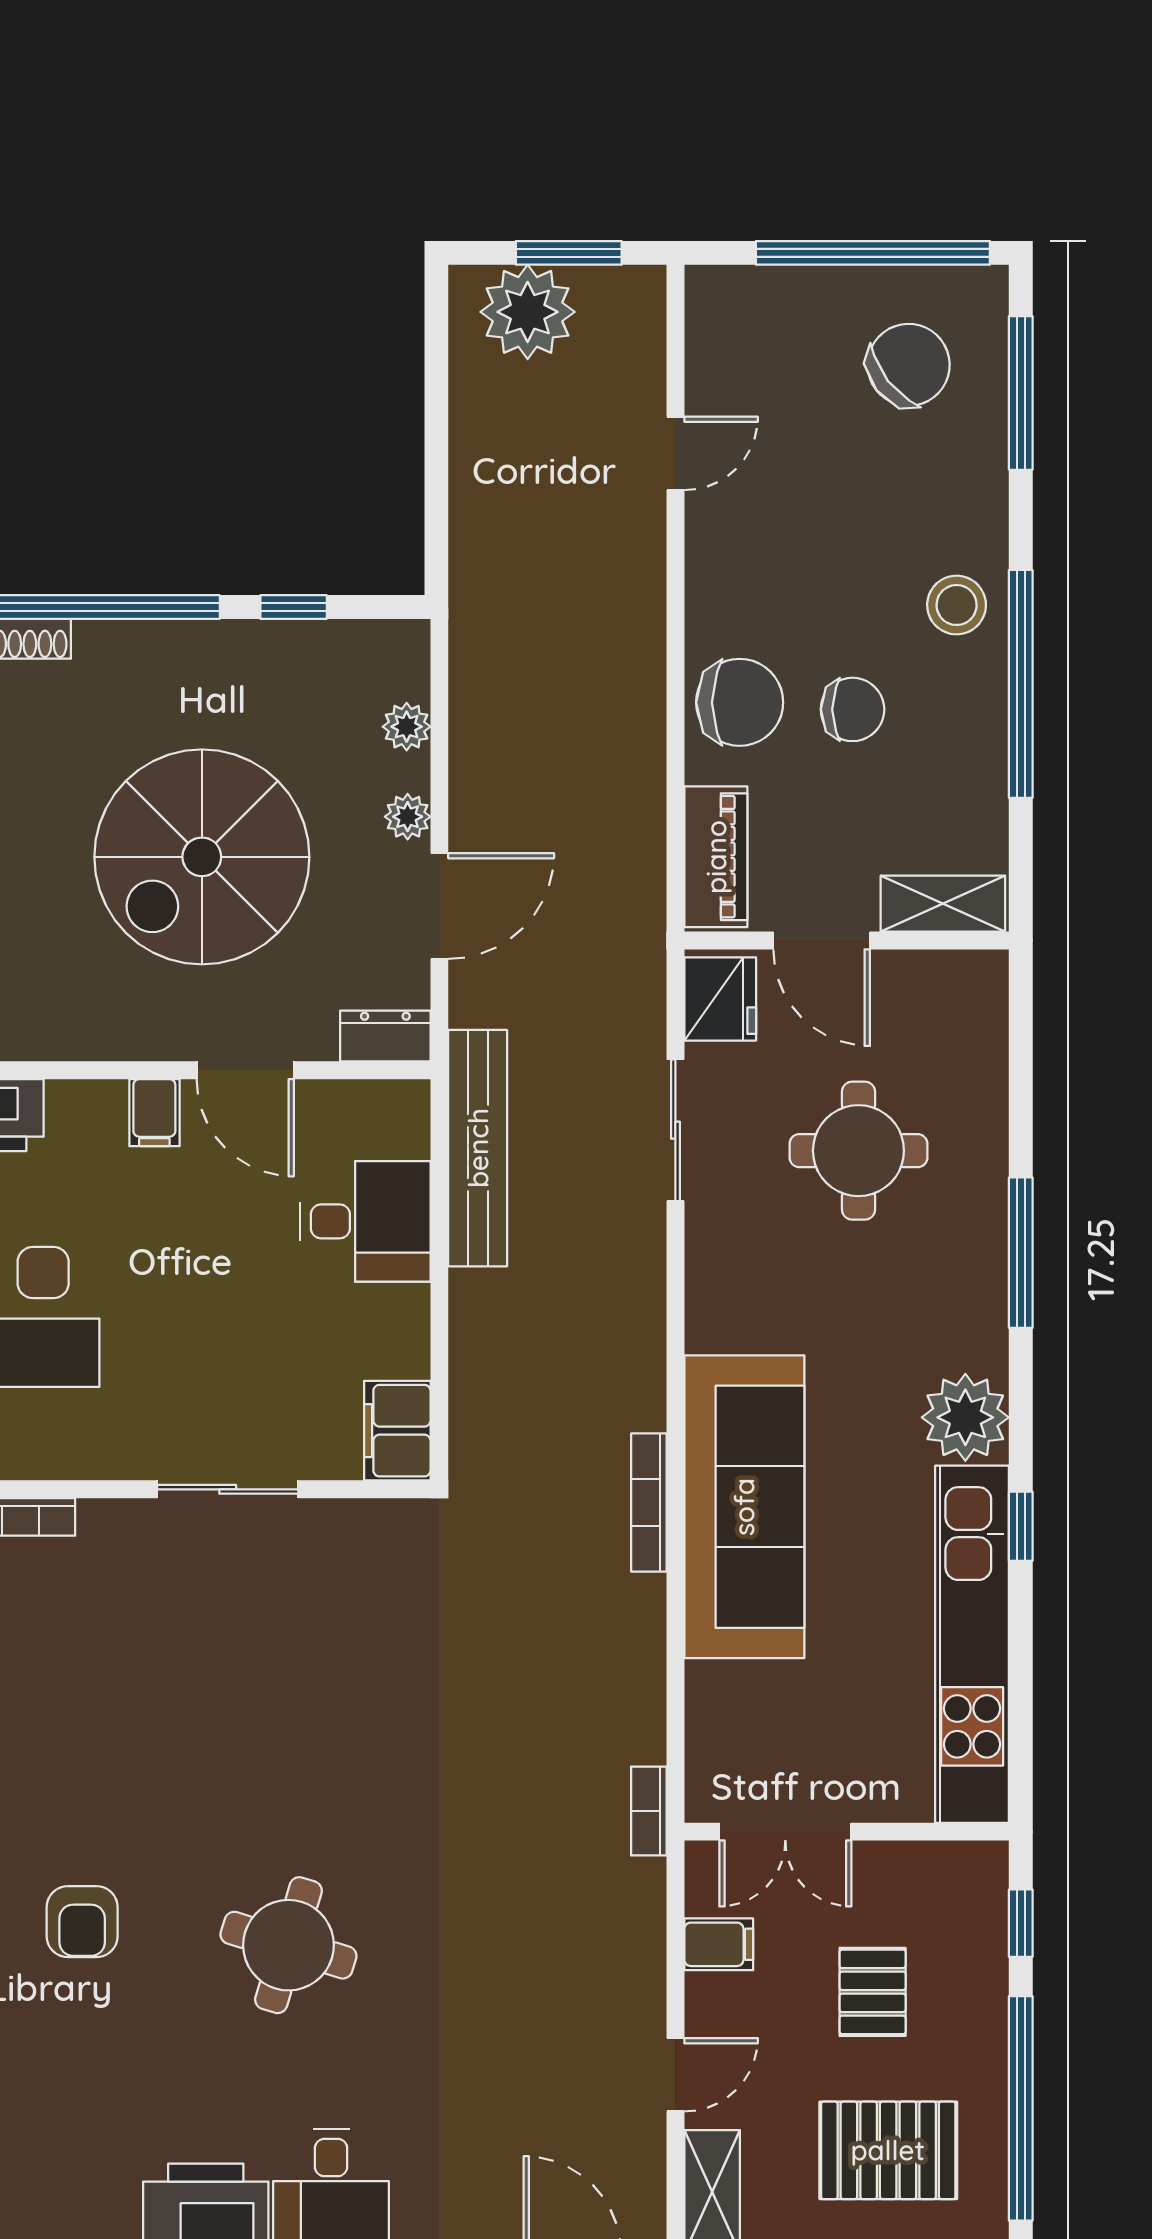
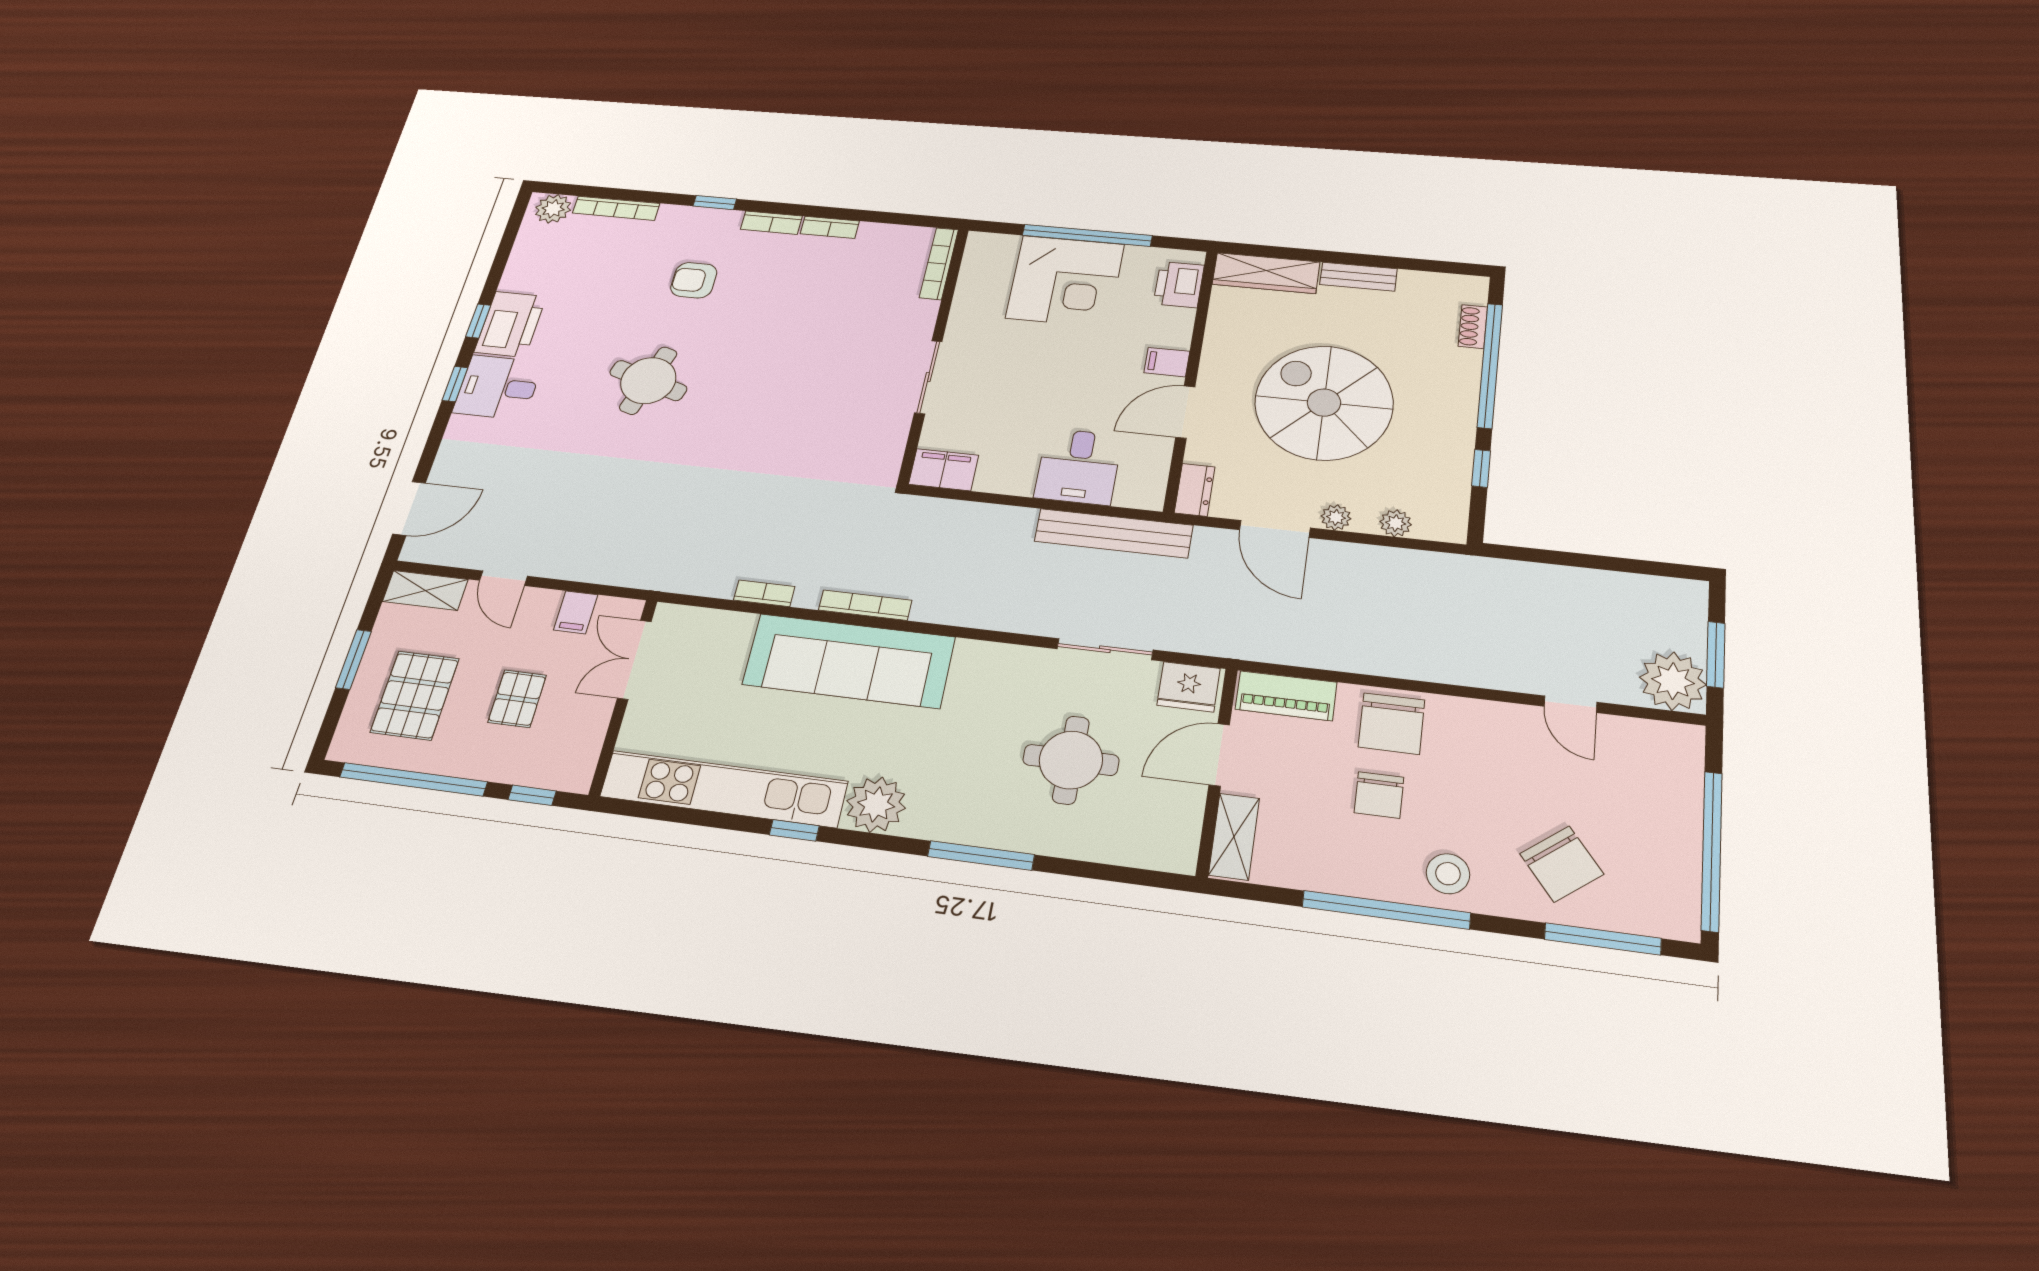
plant: (528, 312) -> (1673, 681), moved
chair: (909, 365) -> (1562, 864), moved
bookcase: (649, 1811) -> (764, 593), moved
pallet: (873, 1992) -> (517, 699), turned 90

